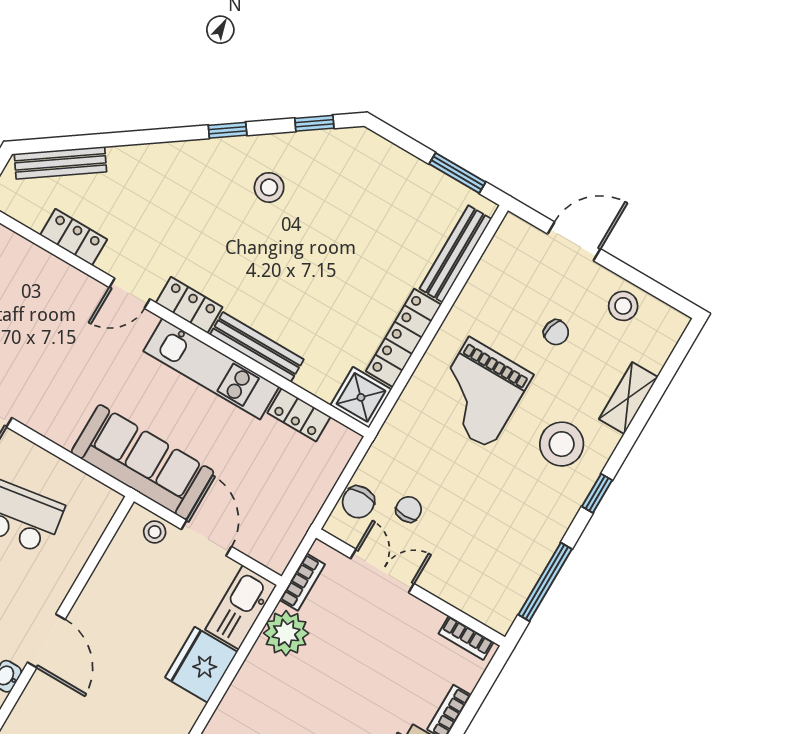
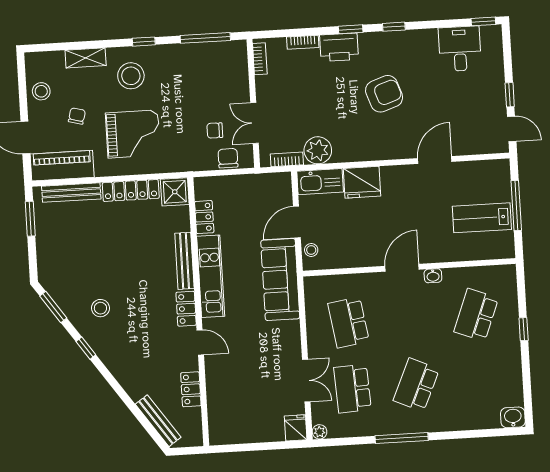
window: (314, 123) -> (53, 307), width x1.50
piano: (501, 266) -> (62, 166), added
chair: (358, 502) -> (228, 158), turned -90

